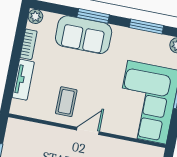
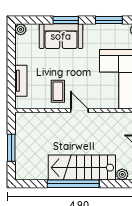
bookcase: (29, 44) -> (20, 52), removed
door: (88, 131) -> (79, 111), hinge flipped

